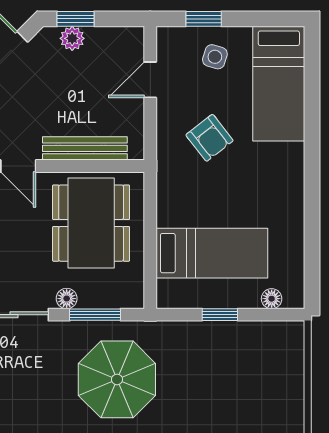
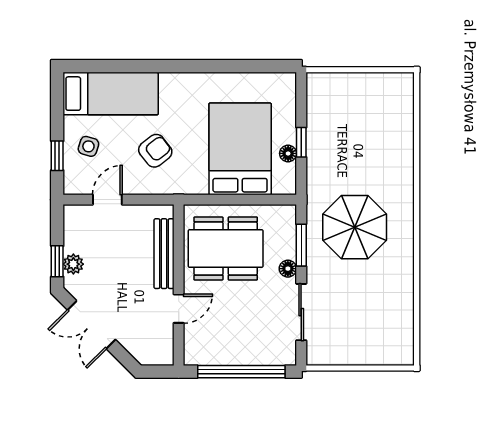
door: (150, 80) -> (107, 200), swing flipped
bed: (212, 253) -> (240, 149), width x1.50
floor lamp: (272, 299) -> (288, 153), moved

